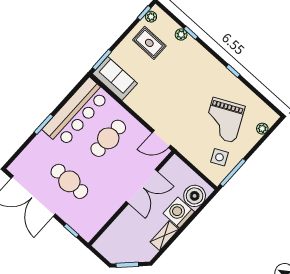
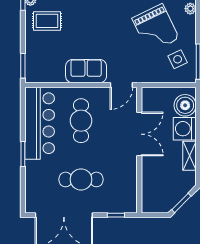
sofa: (115, 78) -> (86, 71), moved

